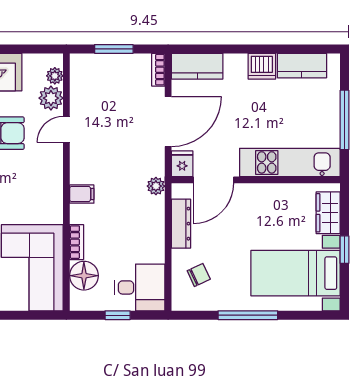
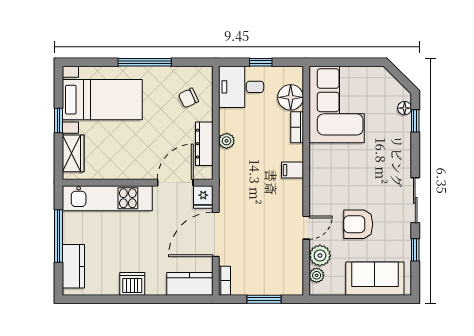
kitchen counter: (302, 66) -> (73, 266), moved, turned 90
plant: (156, 186) -> (227, 141), moved

